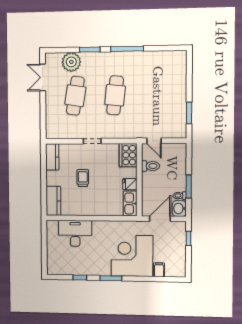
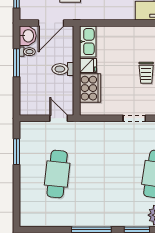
cafe table: (115, 95) -> (57, 174), moved
cooker: (128, 155) -> (90, 88), moved
toilet: (150, 166) -> (63, 69), moved

